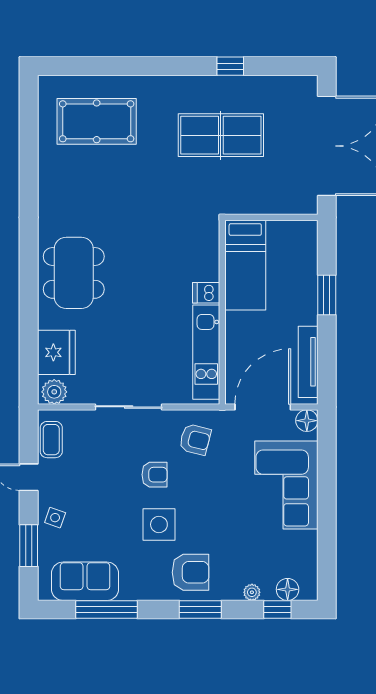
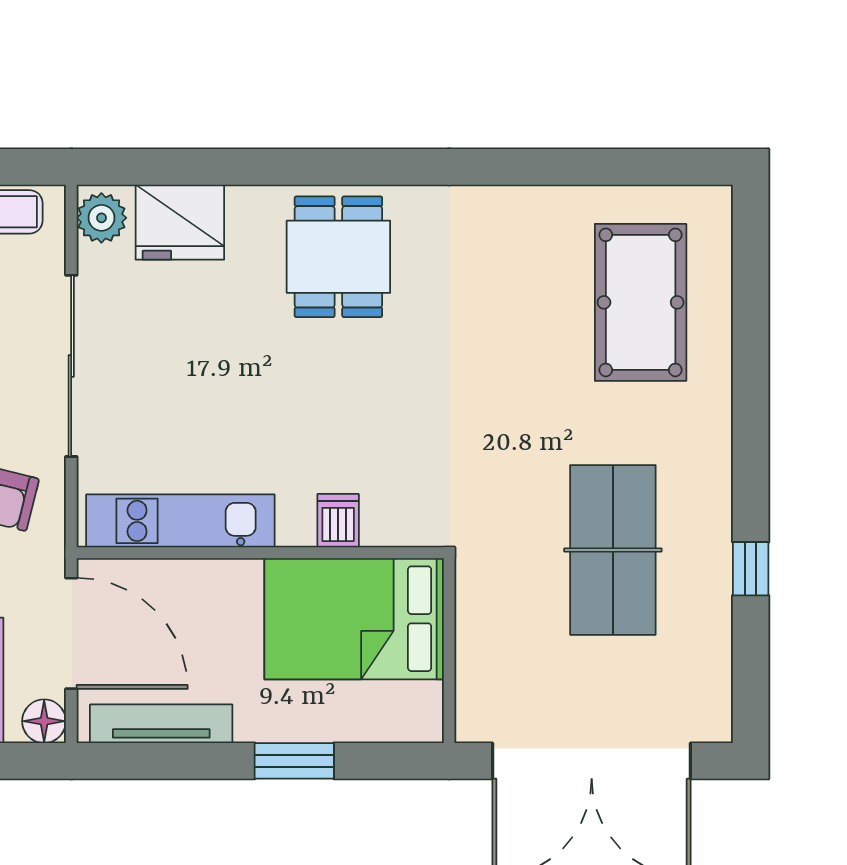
bed: (245, 265) -> (354, 619), width x1.50
dining table: (74, 273) -> (338, 257), width x0.73
dishwasher: (206, 293) -> (338, 521), moved
sliding door: (129, 407) -> (71, 366), width x1.36

